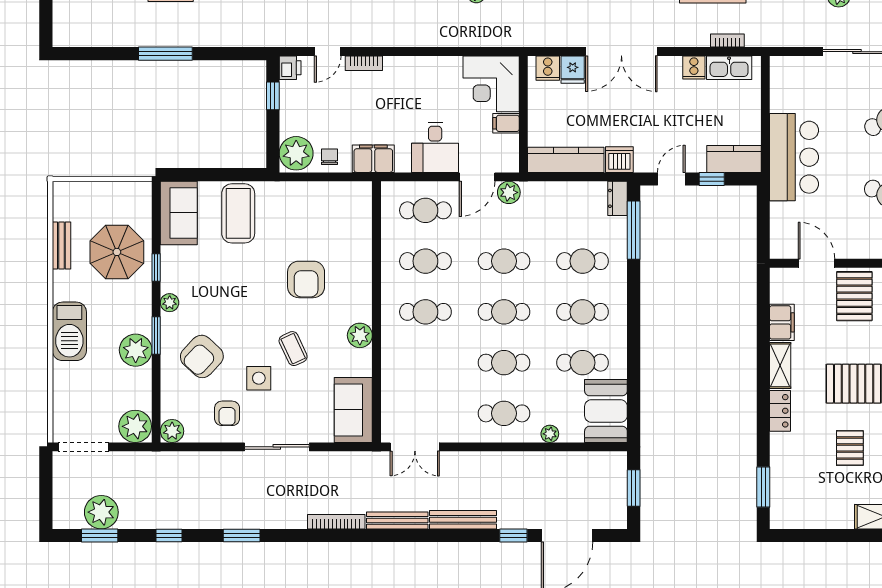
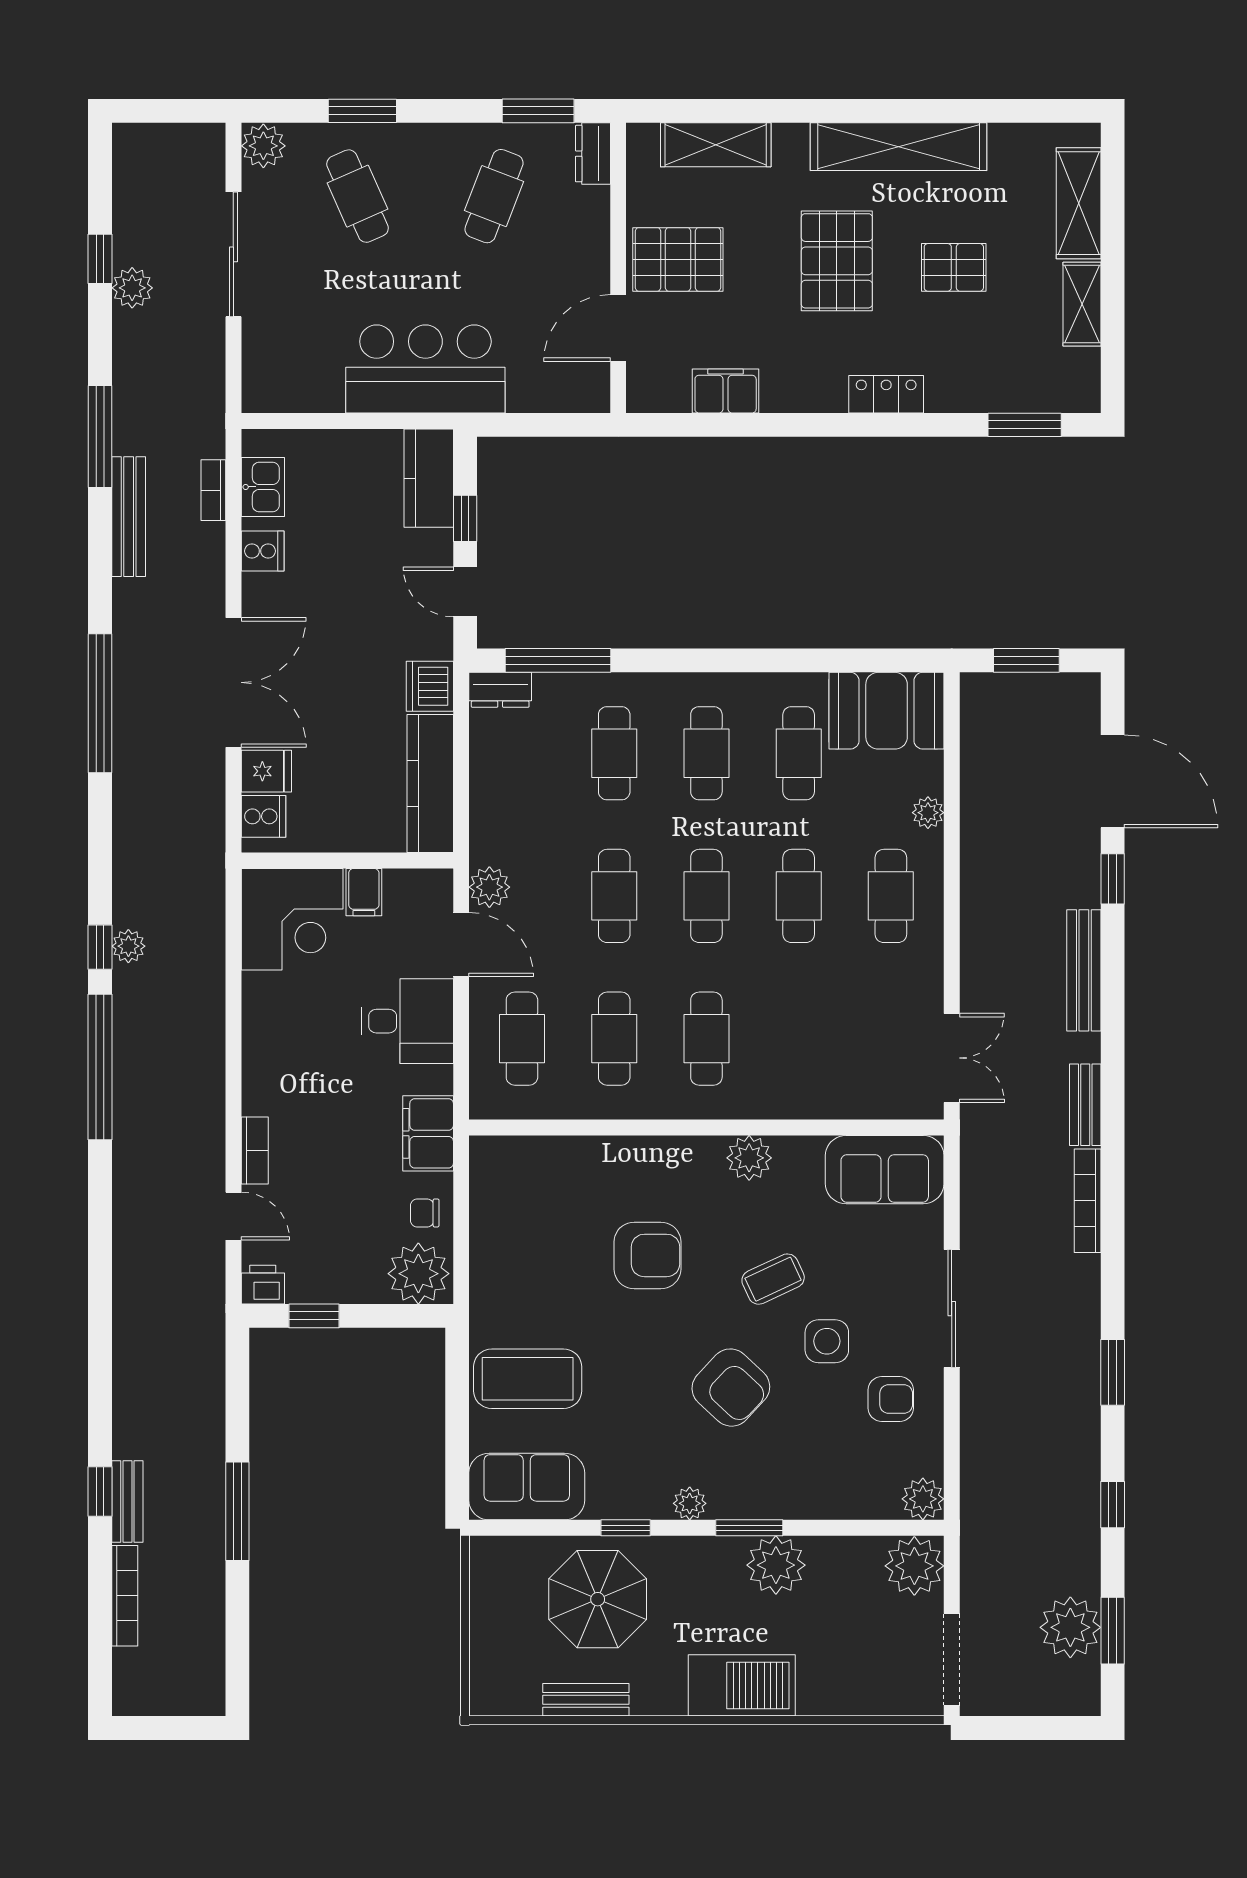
kitchen sink: (729, 68) -> (263, 487), width x0.73
armchair: (202, 356) -> (731, 1388), moved
shelving: (780, 365) -> (1082, 304), moved, turned 90
bench: (397, 520) -> (1085, 1105), width x0.73

